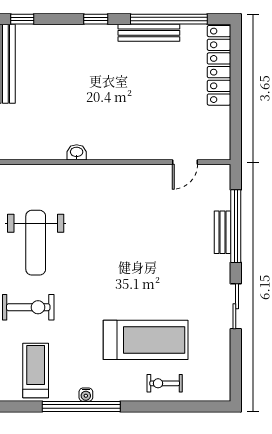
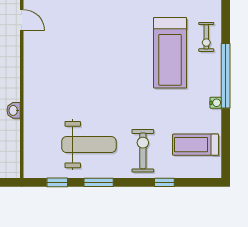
treadmill: (146, 340) -> (170, 53), turned 180
window: (81, 406) -> (226, 76), moved

